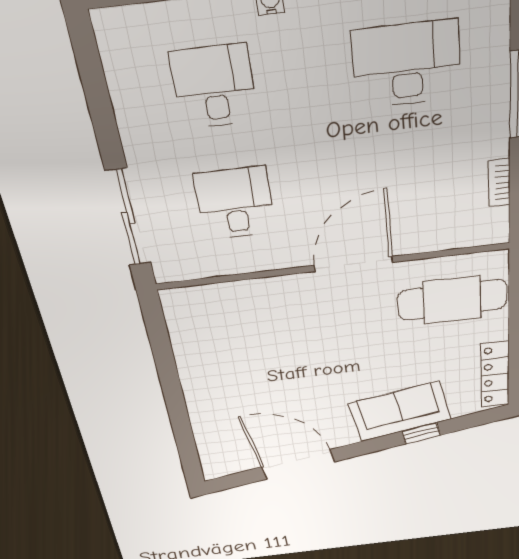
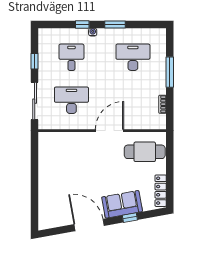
window: (101, 111) -> (35, 61), added
desk: (235, 203) -> (71, 100), width x1.37
door: (298, 464) -> (89, 225), moved

